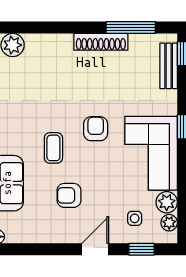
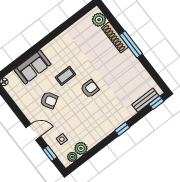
window: (131, 27) -> (131, 44), moved
shoe rack: (101, 42) -> (115, 37), moved
corner sofa: (151, 153) -> (98, 123), removed
armchair: (69, 195) -> (49, 100), turned 150

